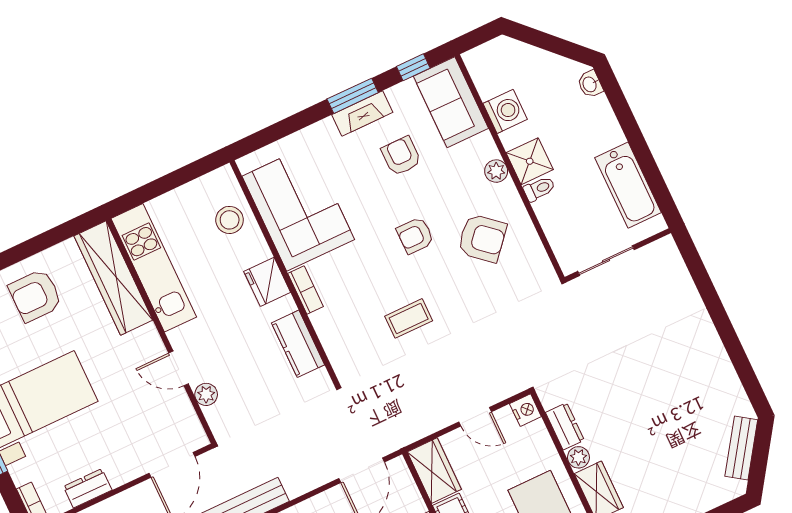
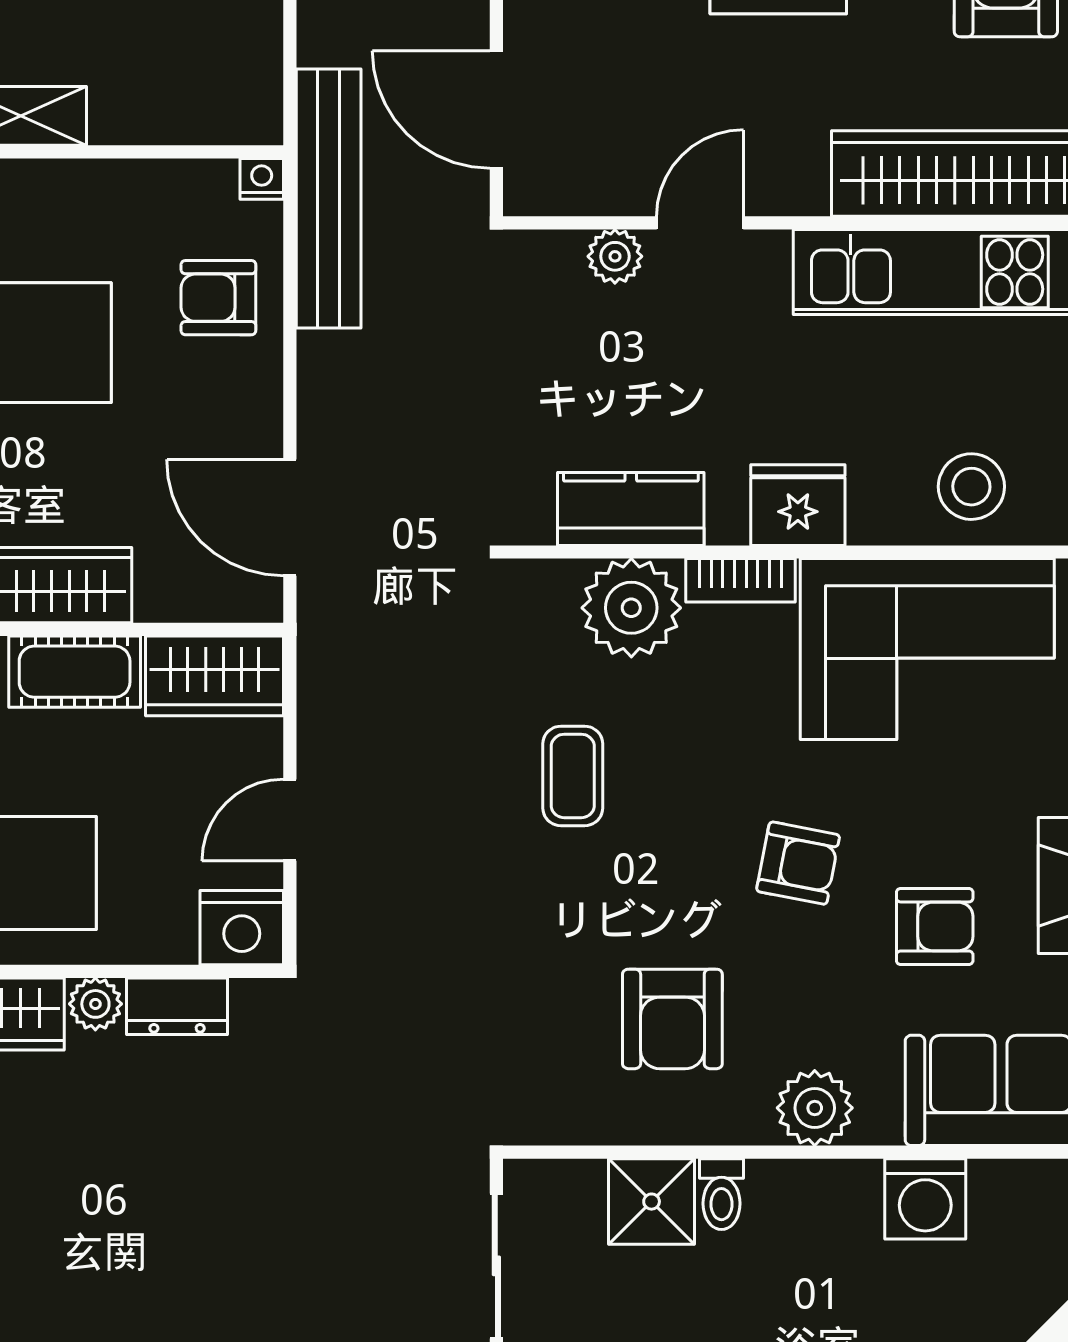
shower: (530, 161) -> (652, 1202), moved
plant: (496, 171) -> (815, 1108), width x1.38, depth x1.38
armchair: (415, 236) -> (798, 863), moved, turned 101
armchair: (482, 238) -> (672, 1019), turned -41
plant: (335, 326) -> (631, 608), added
nightstand: (525, 410) -> (242, 928), width x1.36, depth x1.33

